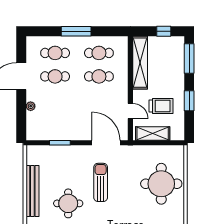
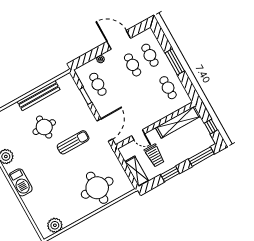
cafe table: (99, 76) -> (98, 84), moved
door: (130, 111) -> (138, 135), hinge flipped
shelving: (153, 134) -> (137, 171), moved

